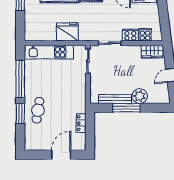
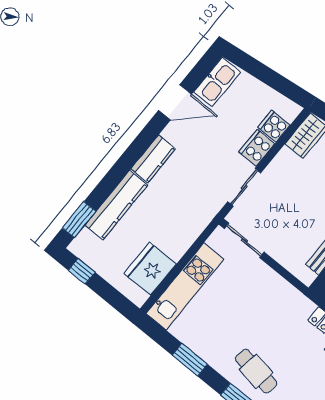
fridge: (67, 32) -> (150, 269), moved
window: (20, 79) -> (190, 360), width x0.47

